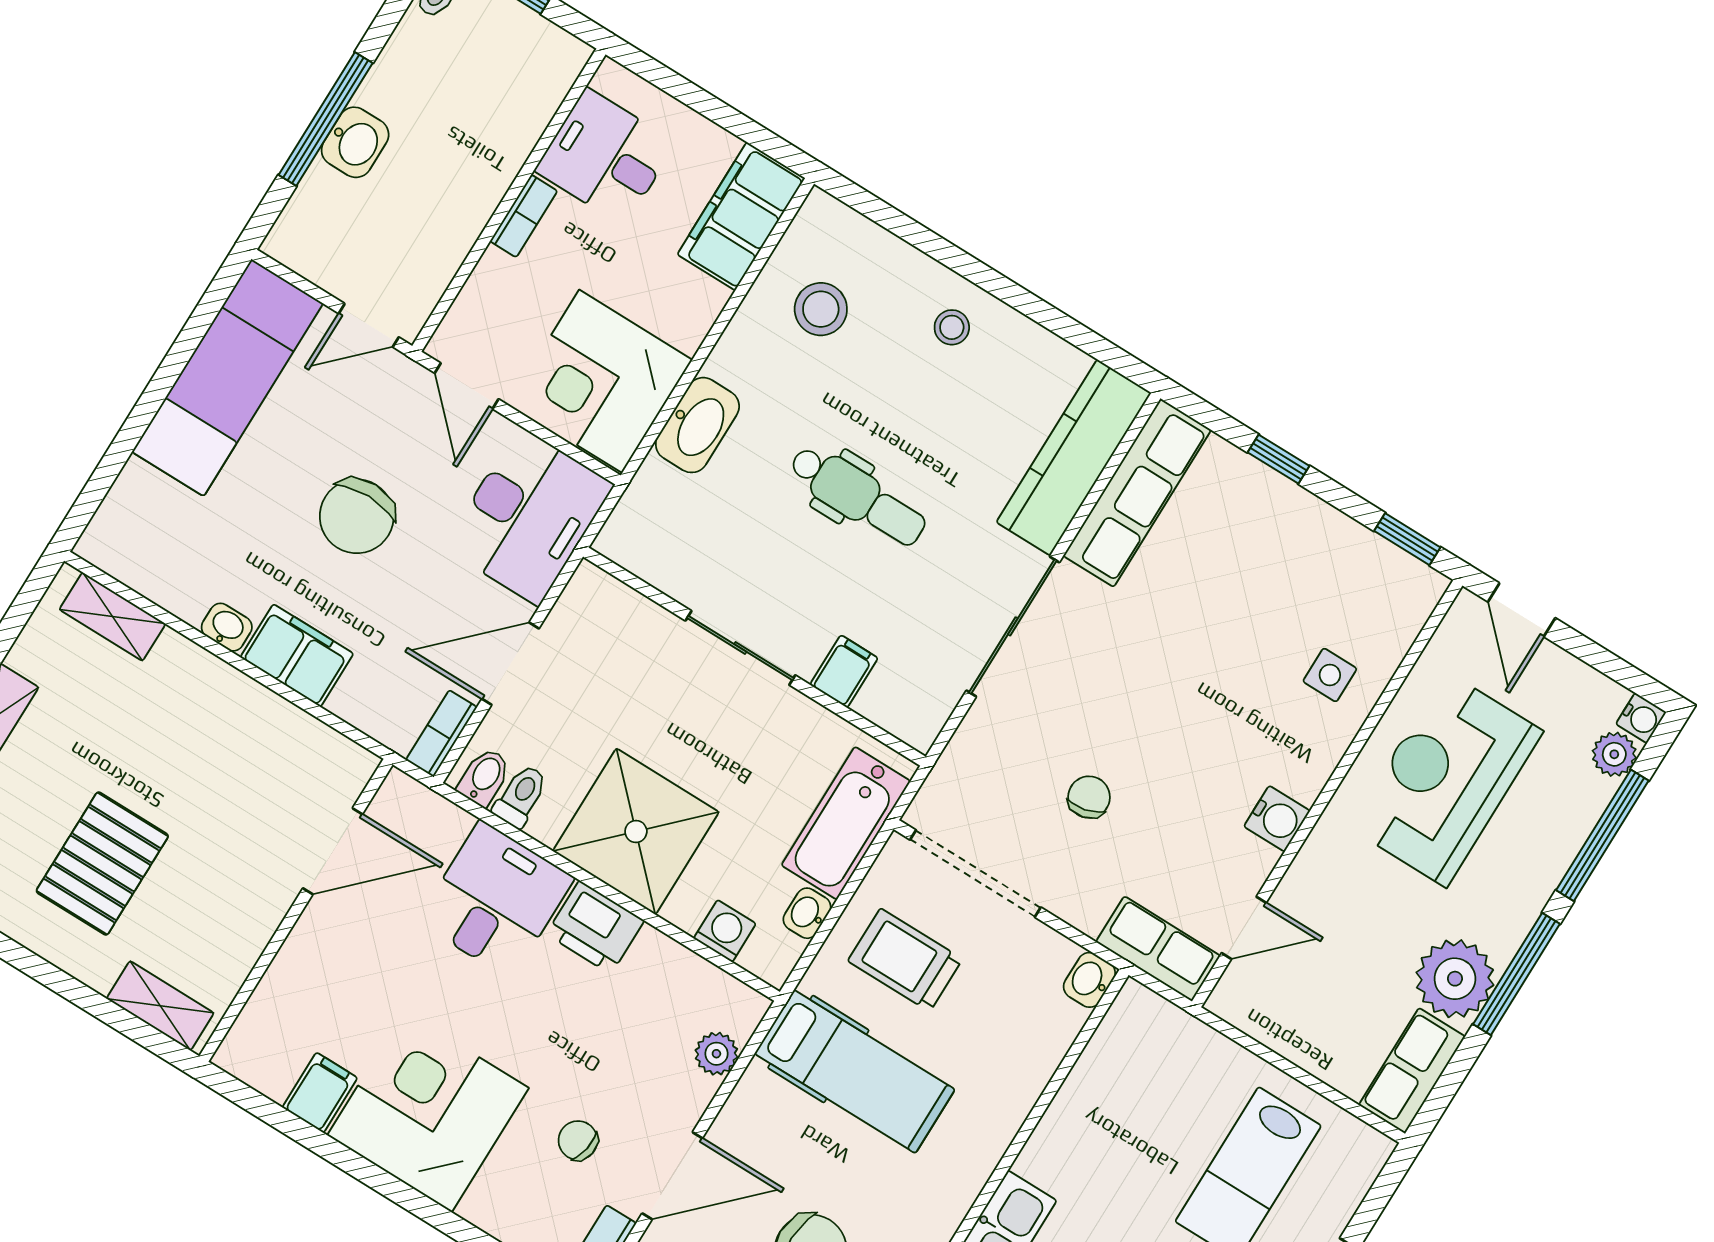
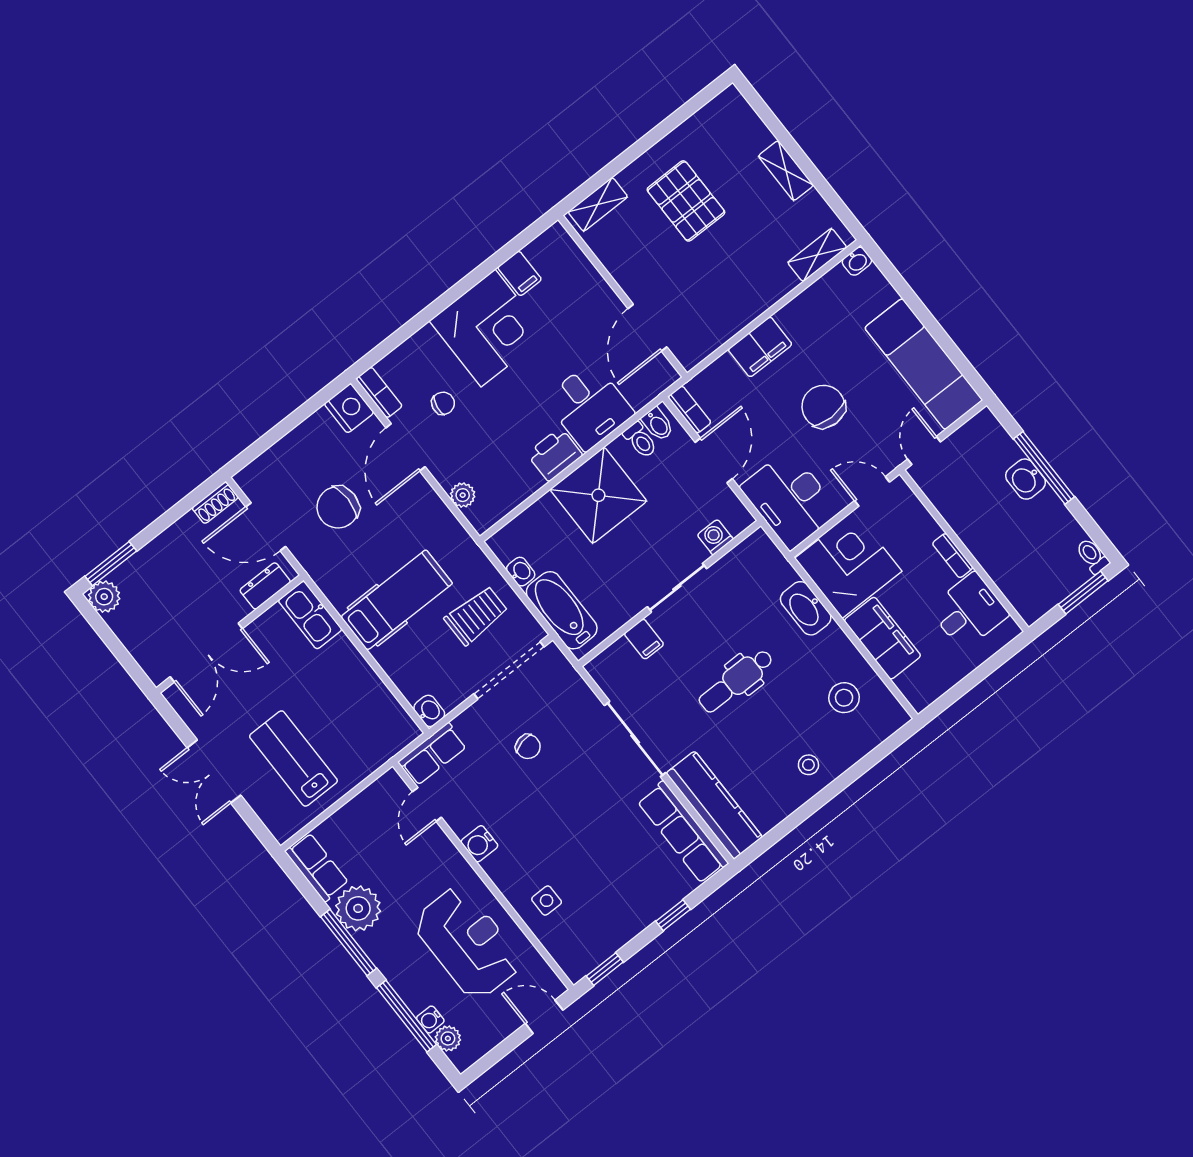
filing cabinet: (741, 216) -> (882, 638), moved
washbasin: (227, 627) -> (857, 261), moved
water cooler: (1641, 718) -> (430, 1020), moved
washing machine: (725, 931) -> (715, 537), moved, turned 180
hospital bed: (855, 1072) -> (397, 600), moved, turned 180

